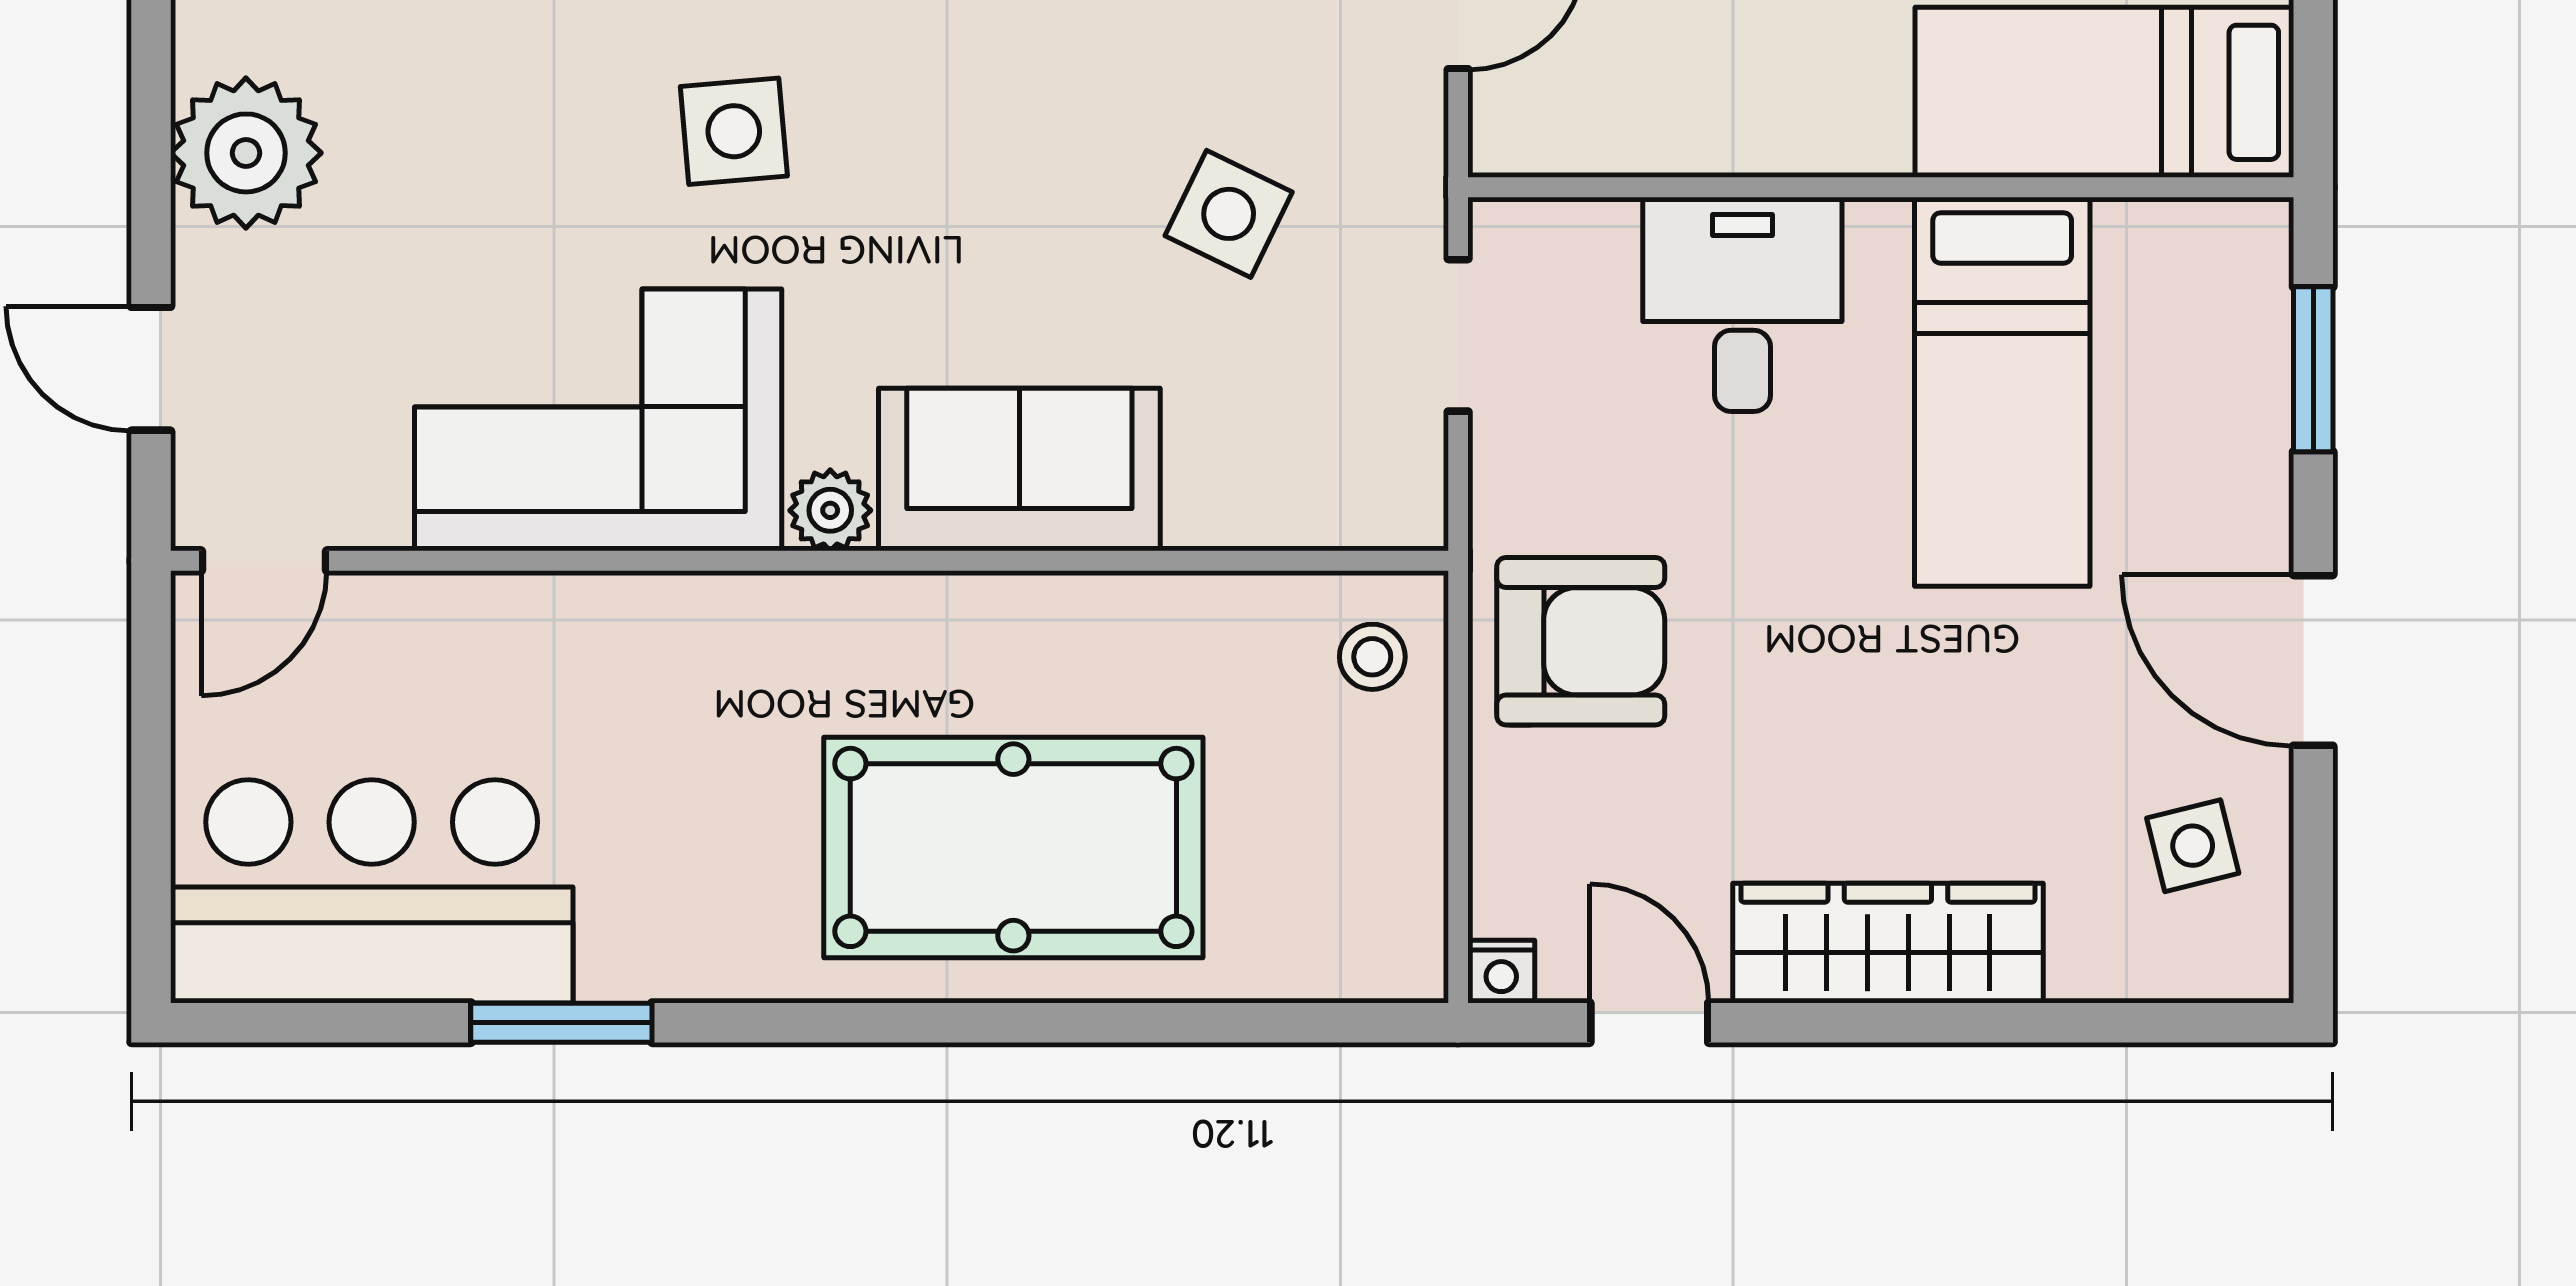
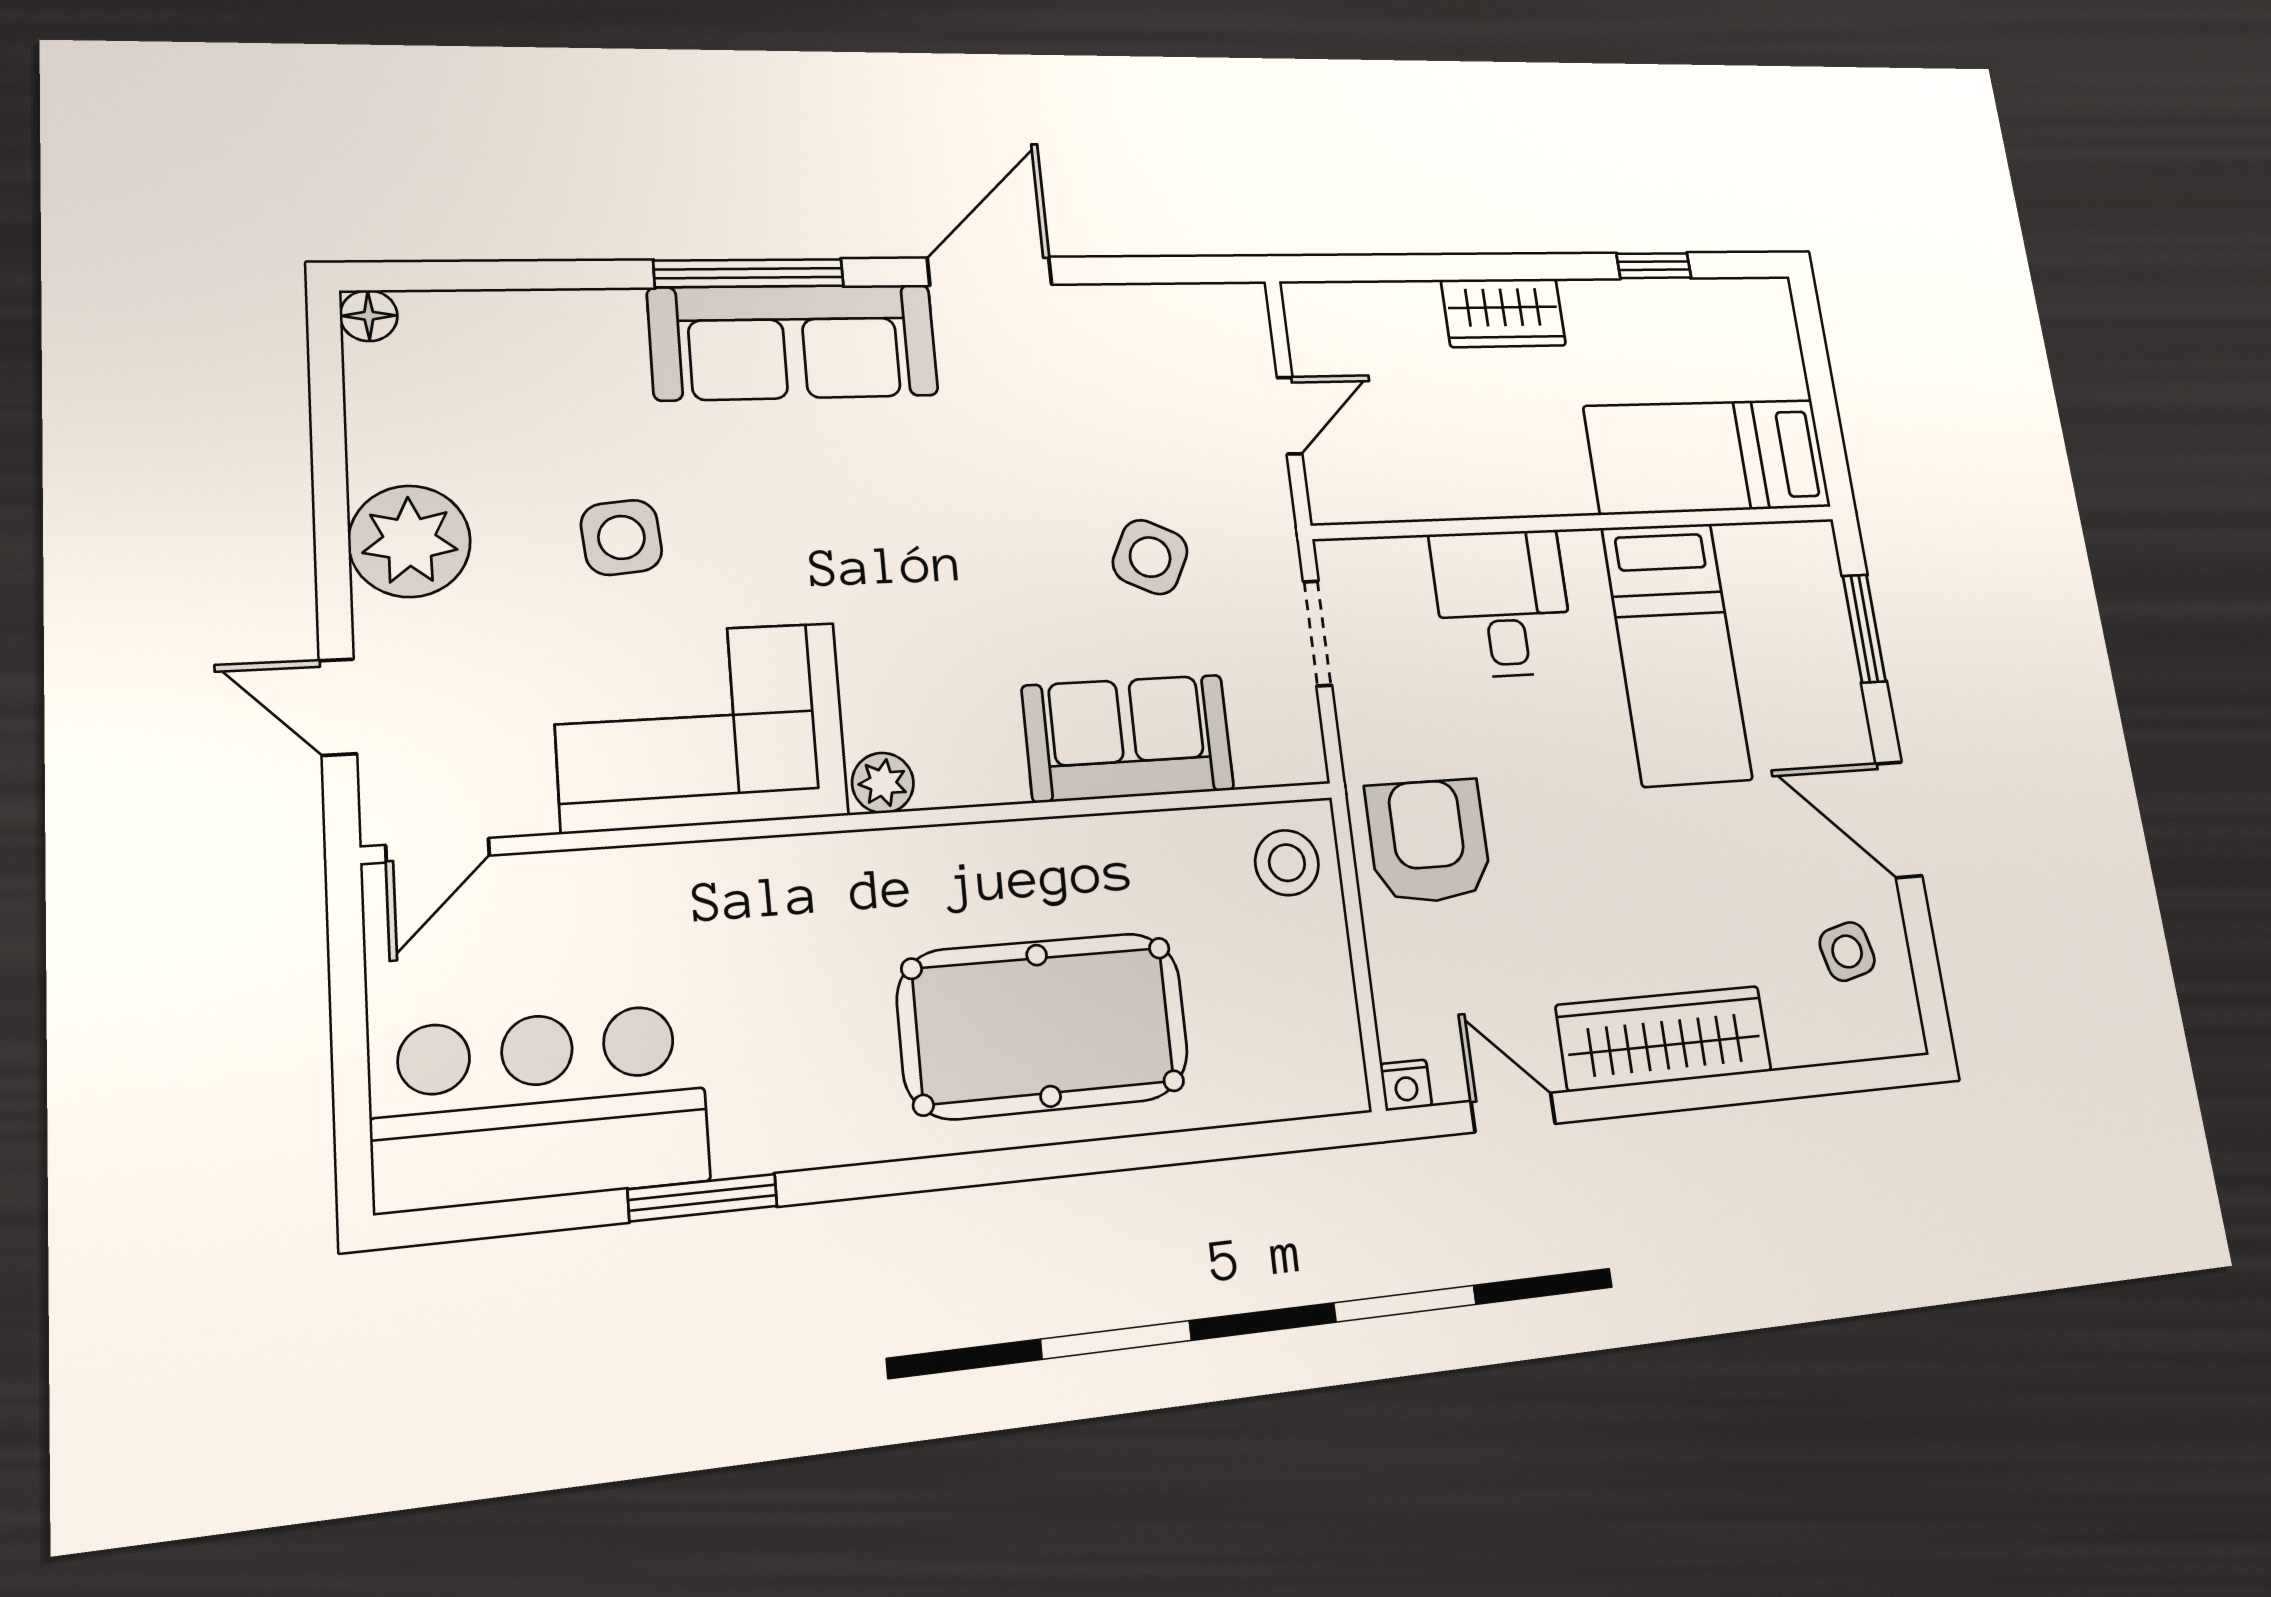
side table: (734, 131) -> (621, 537), moved
sofa: (1019, 470) -> (1128, 738), moved
armchair: (1581, 641) -> (1428, 841), turned -90
stool: (1372, 657) -> (1287, 863), width x1.37, depth x1.37

